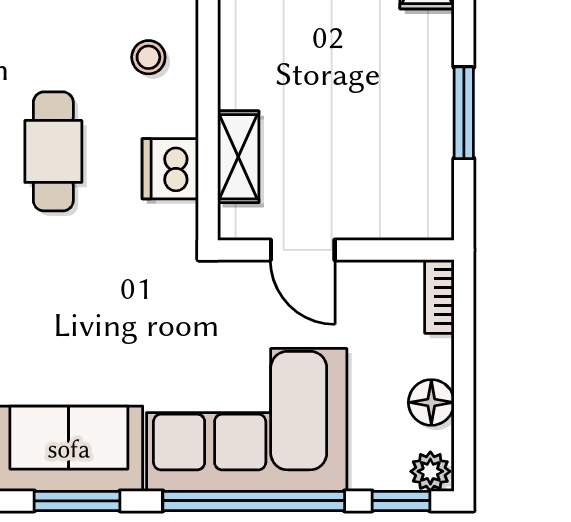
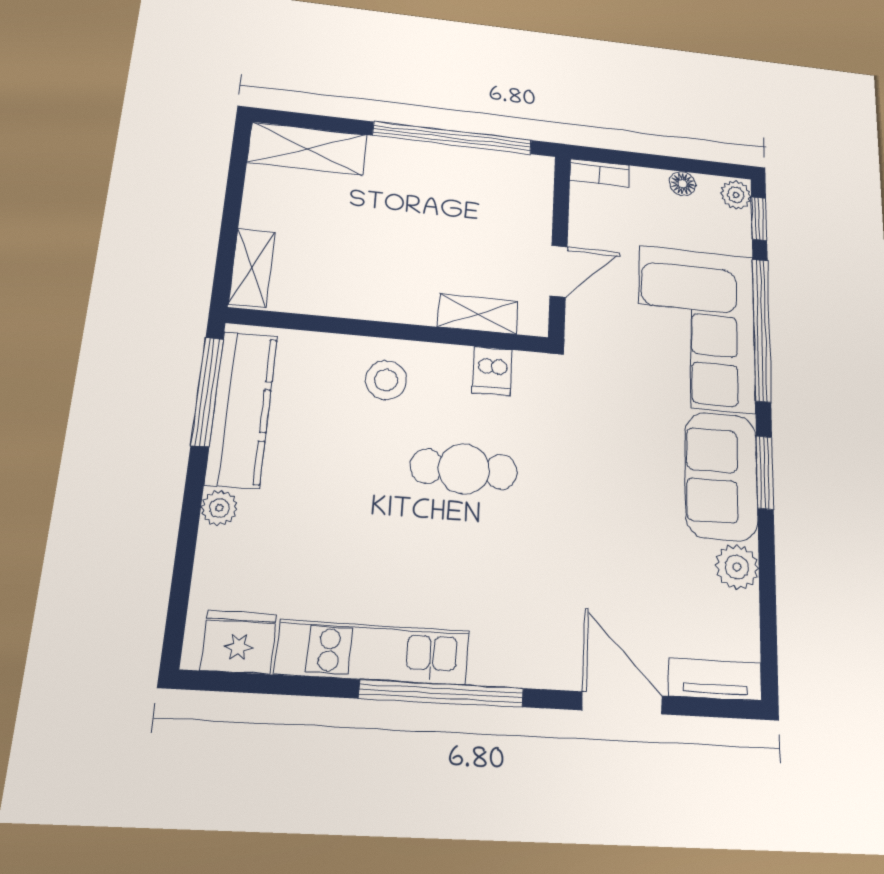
stool: (148, 57) -> (386, 380), width x1.37, depth x1.37
window: (464, 113) -> (453, 138), width x2.11
dishwasher: (170, 169) -> (492, 371), width x0.73
floor lamp: (431, 402) -> (683, 184), width x0.73, depth x0.73

